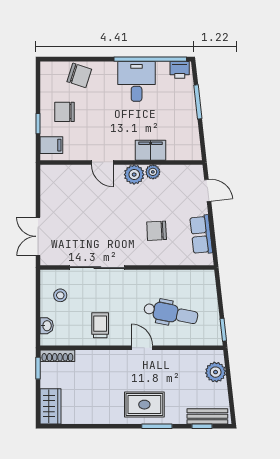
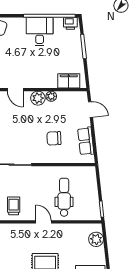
filing cabinet: (151, 150) -> (69, 81), moved
dental chair: (171, 313) -> (64, 197), turned -101

